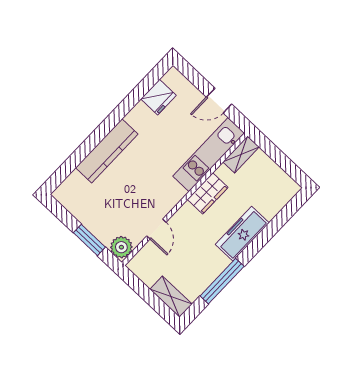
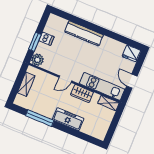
fridge: (158, 97) -> (131, 53), moved
dishwasher: (91, 218) -> (47, 39), added
door: (156, 229) -> (65, 79), moved
shelving: (171, 297) -> (26, 84), moved

